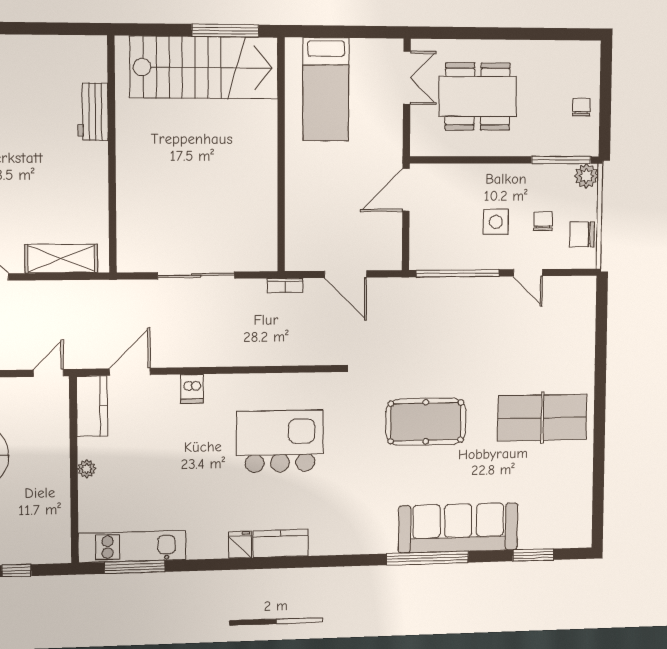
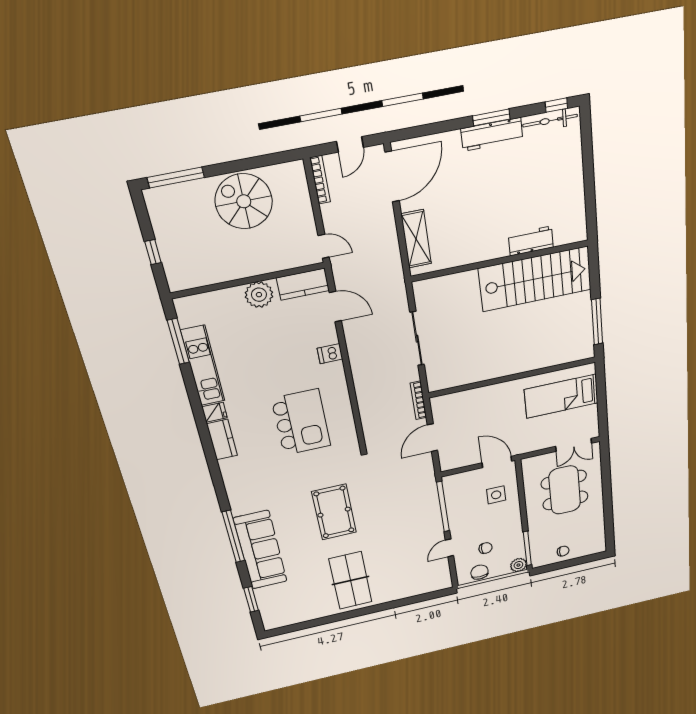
stairs: (204, 68) -> (535, 279), moved, turned -90
side table: (496, 222) -> (496, 495), moved
bookcase: (285, 285) -> (418, 400), width x1.56
plant: (87, 469) -> (259, 295), width x1.88, depth x1.88
kitchen unit: (132, 546) -> (203, 366), moved

